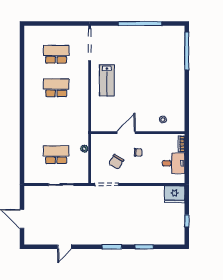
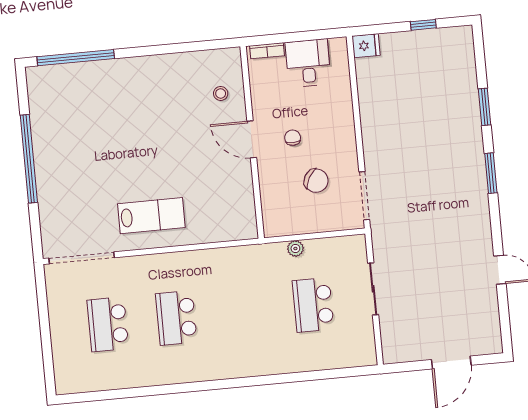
door: (126, 133) -> (252, 139), moved
fridge: (175, 194) -> (366, 46), width x0.53, depth x0.75

